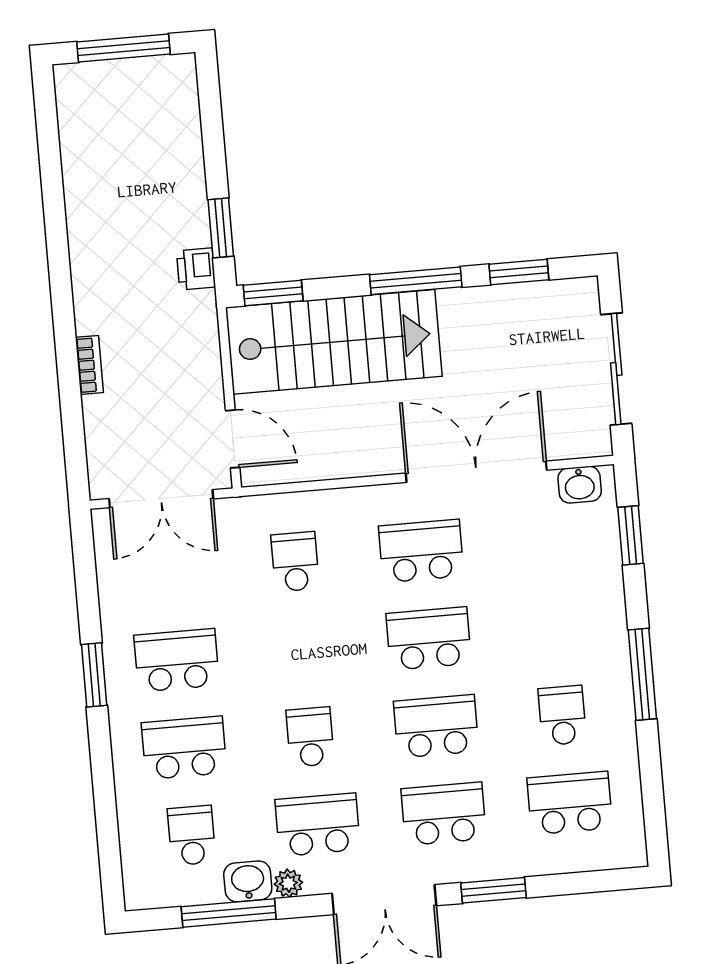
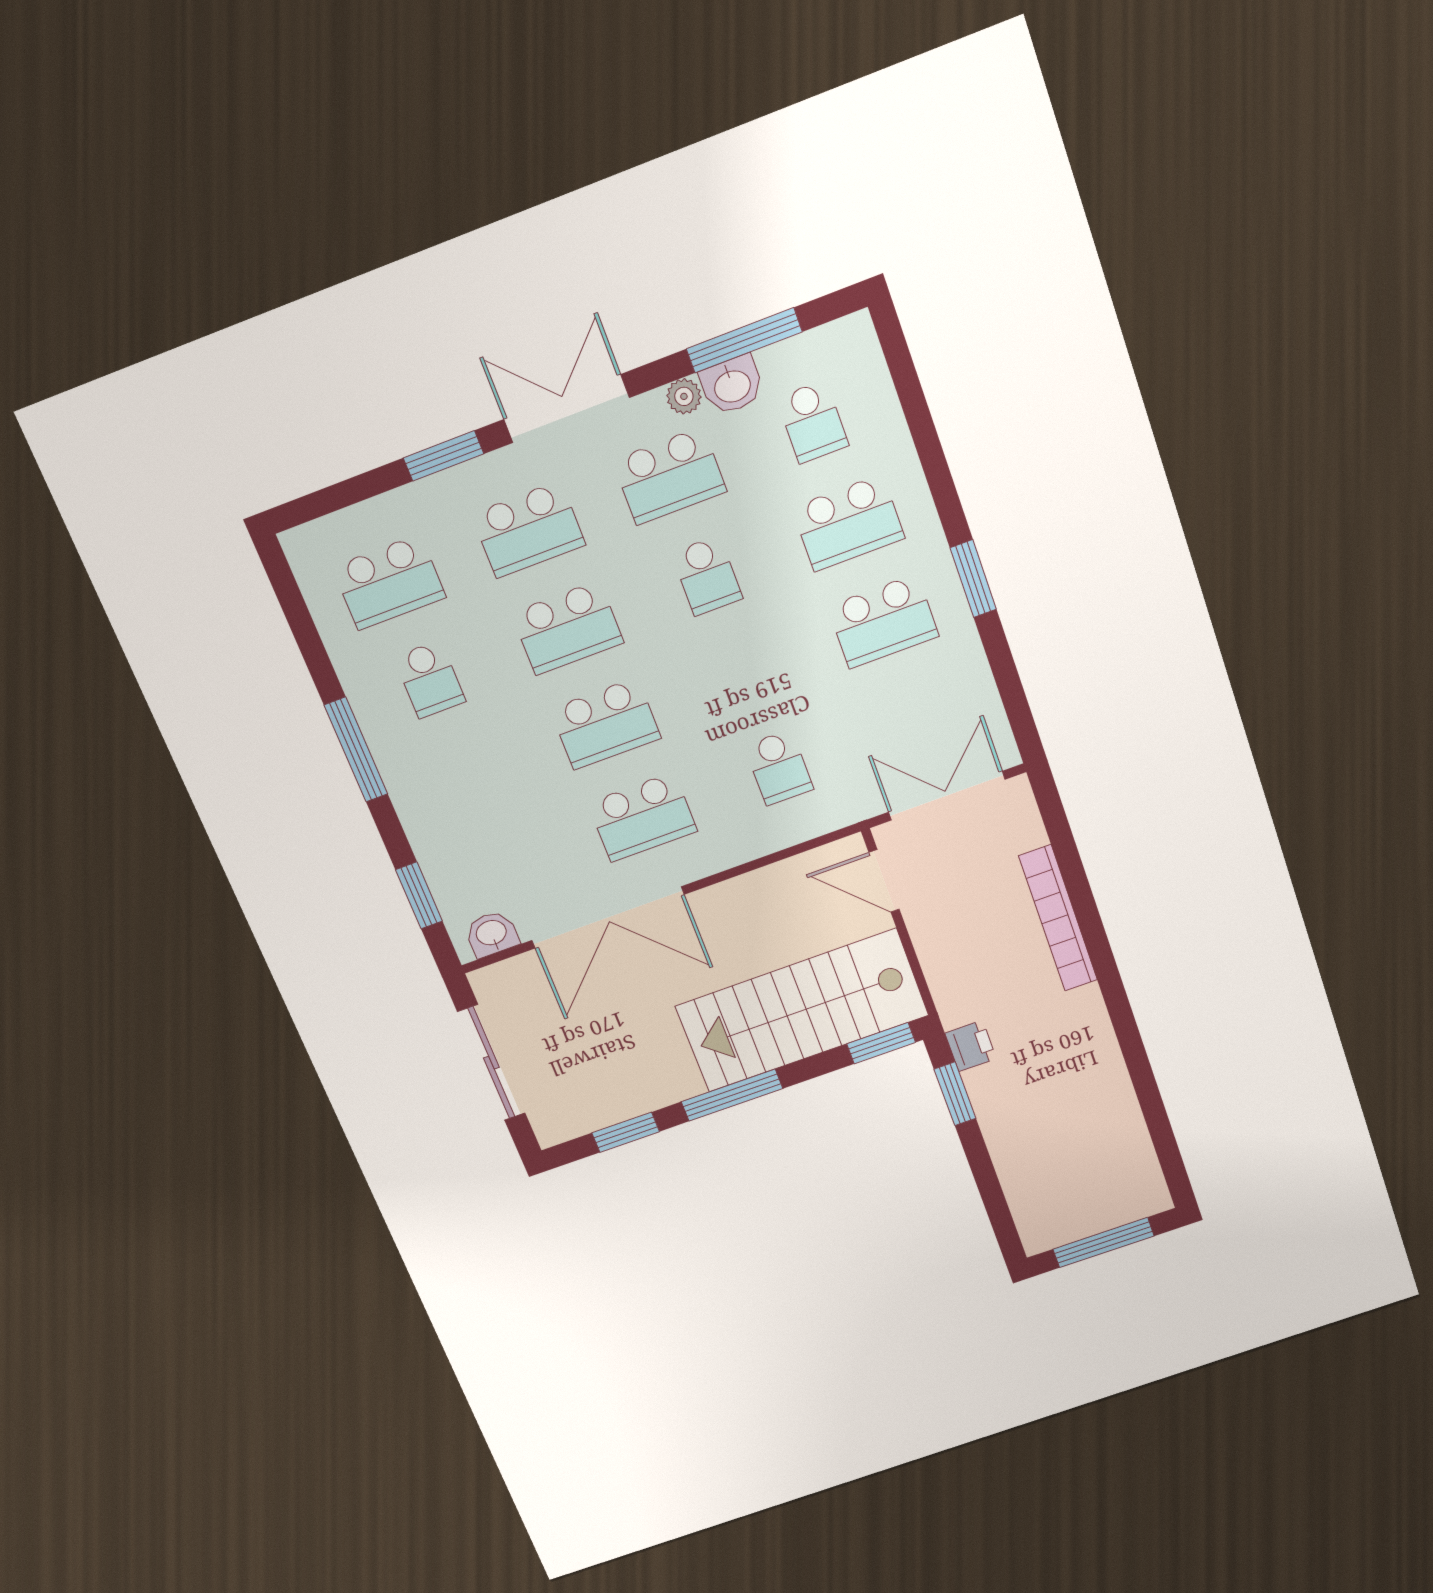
bookcase: (89, 365) -> (1058, 918), width x2.31, depth x1.31

